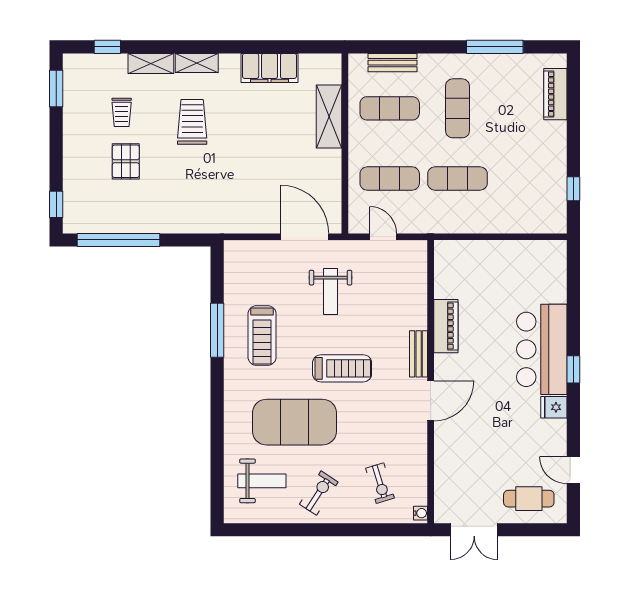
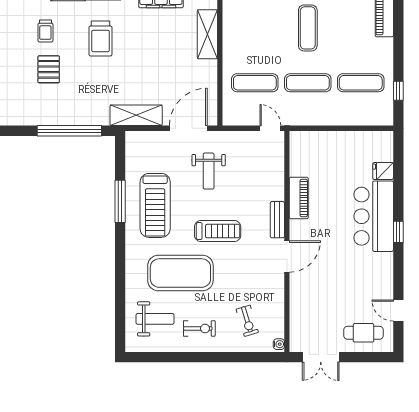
exercise mat: (390, 108) -> (361, 83), moved
trolley: (192, 122) -> (100, 39), turned 180
shelving: (238, 220) -> (136, 115), added
door: (305, 237) -> (188, 128), hinge flipped
door: (383, 237) -> (270, 128), moved
window: (118, 240) -> (69, 131), moved
treadmill: (262, 336) -> (155, 205), width x1.37, depth x1.38
fridge: (554, 407) -> (383, 171), moved
exercise bike: (319, 493) -> (199, 328), turned 57

